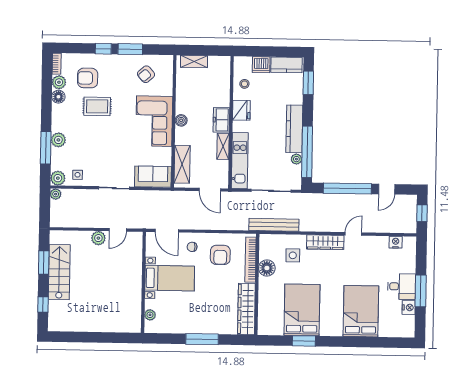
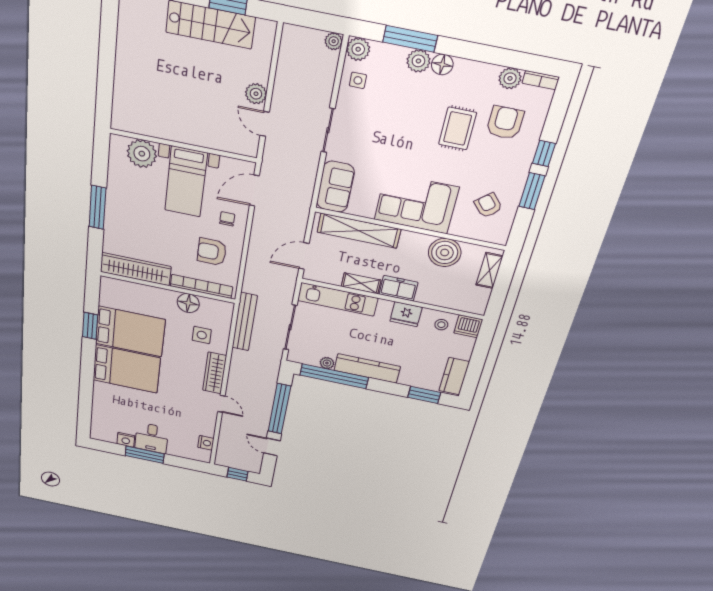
dishwasher: (261, 65) -> (468, 326), moved, turned -90
floor lamp: (58, 97) -> (442, 65), moved
boiler: (181, 120) -> (445, 253), moved, width x1.86, depth x1.86
shelving: (182, 164) -> (359, 231), width x1.47
bed: (361, 311) -> (127, 369), moved
plant: (150, 315) -> (142, 154), width x1.87, depth x1.87

